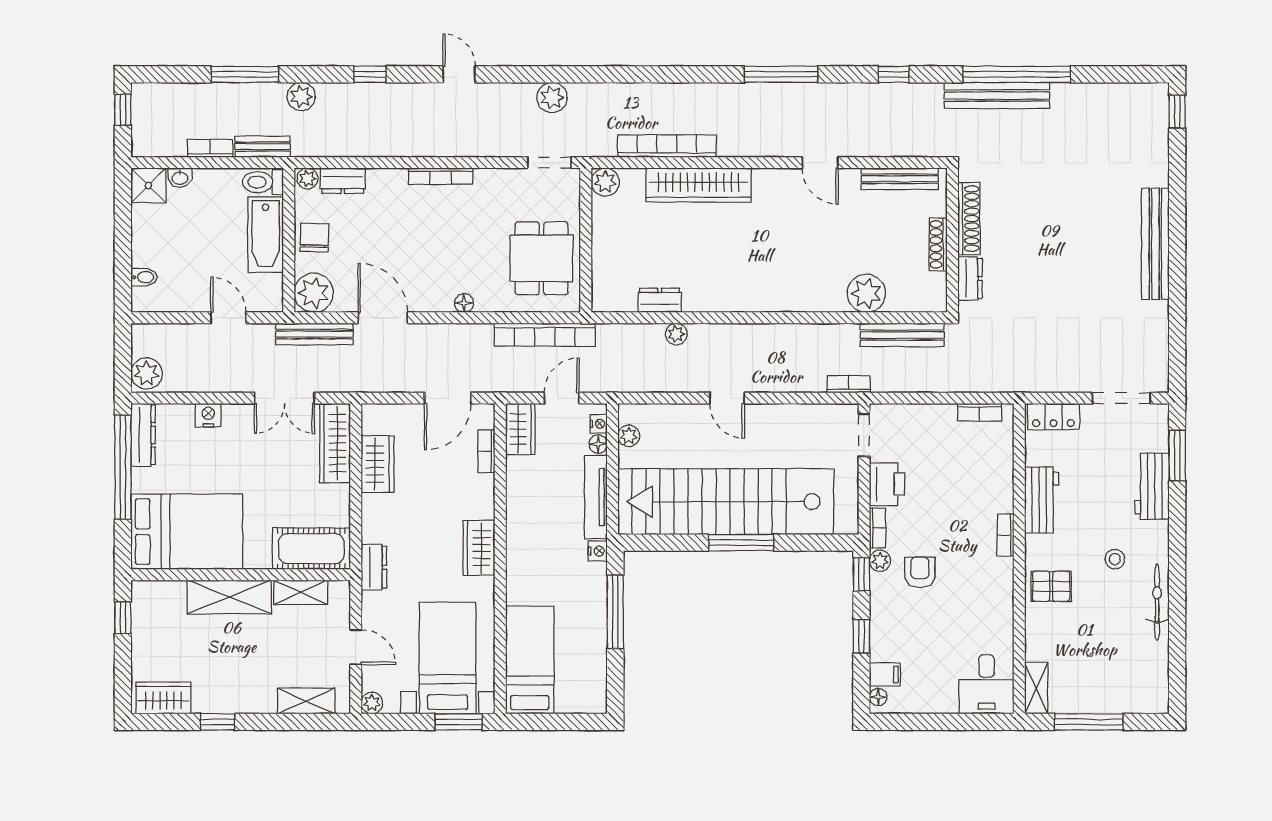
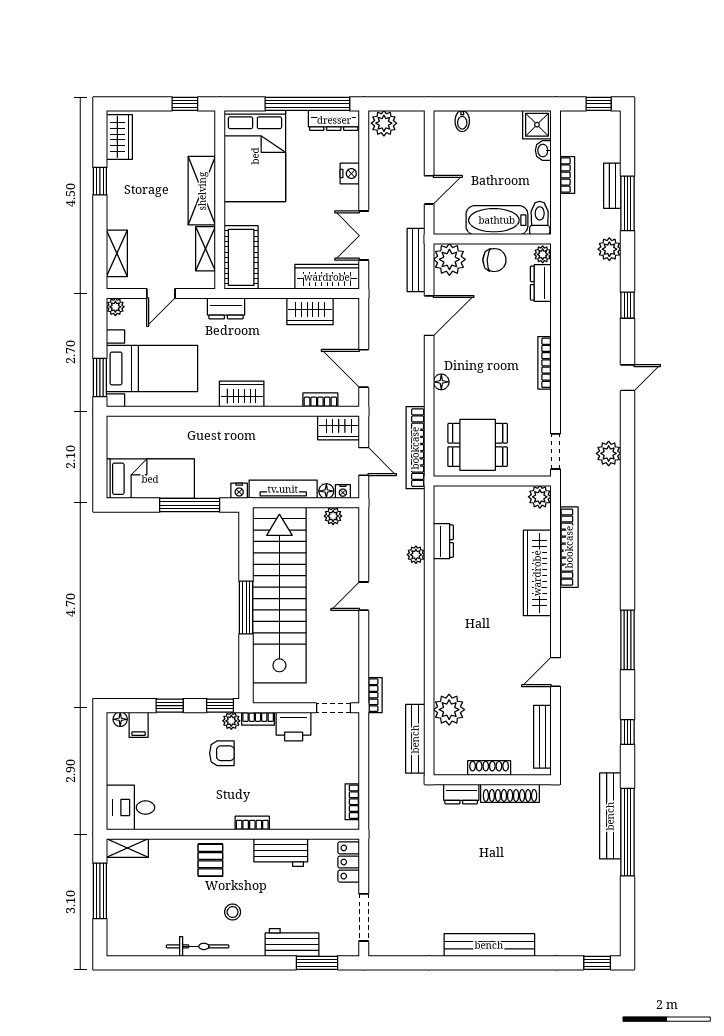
bench: (263, 147) -> (612, 186), moved
bed: (530, 660) -> (150, 479), moved

